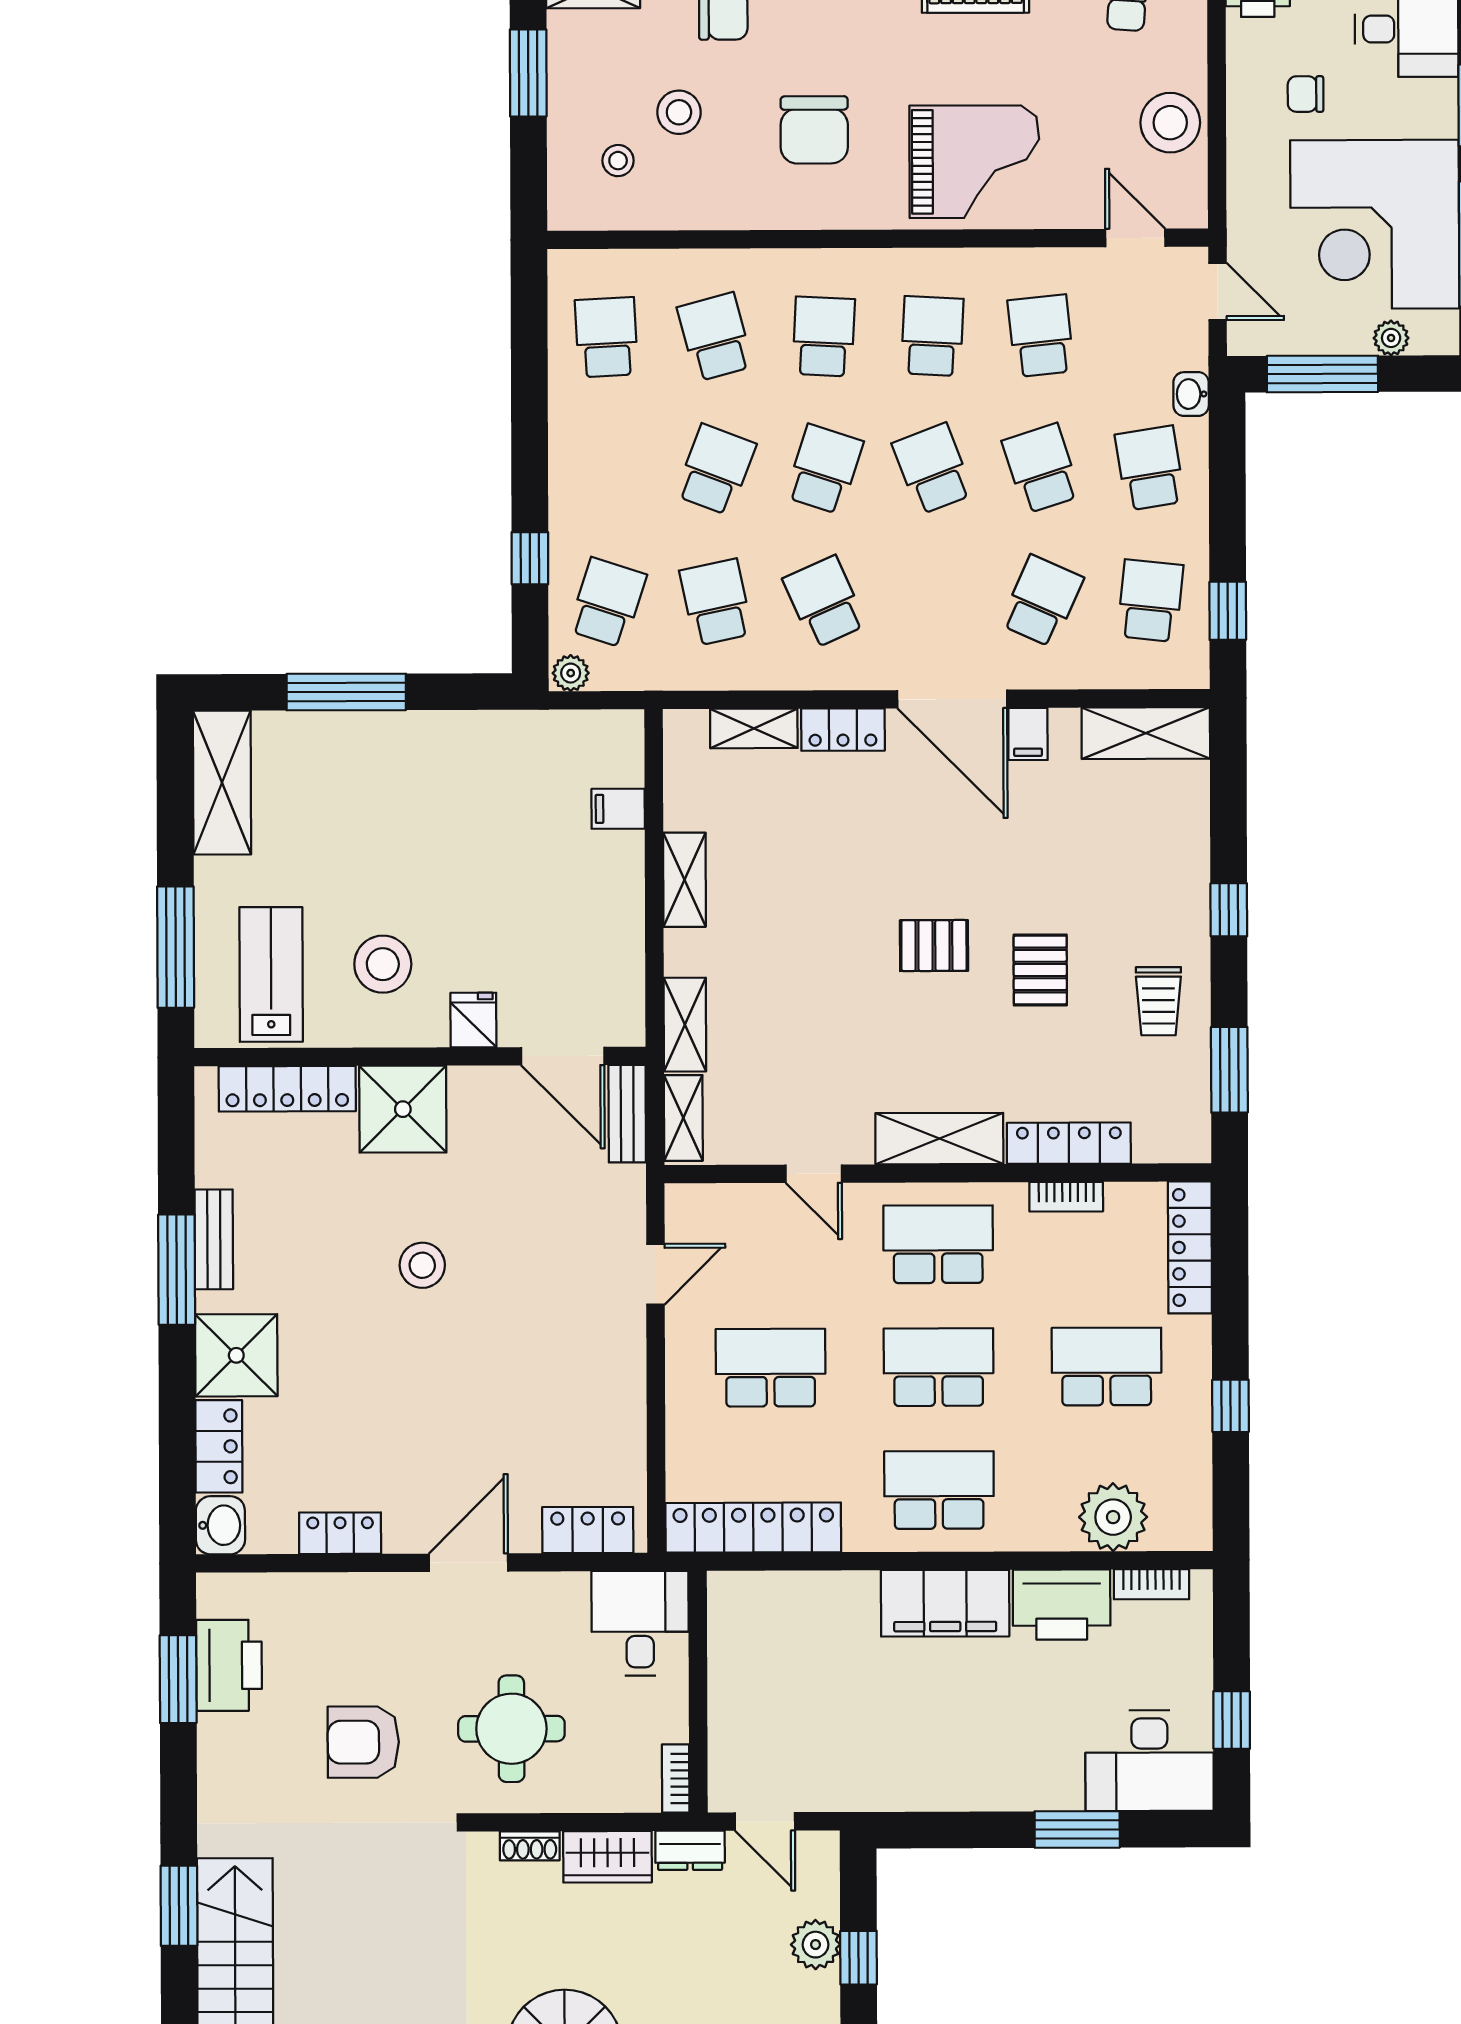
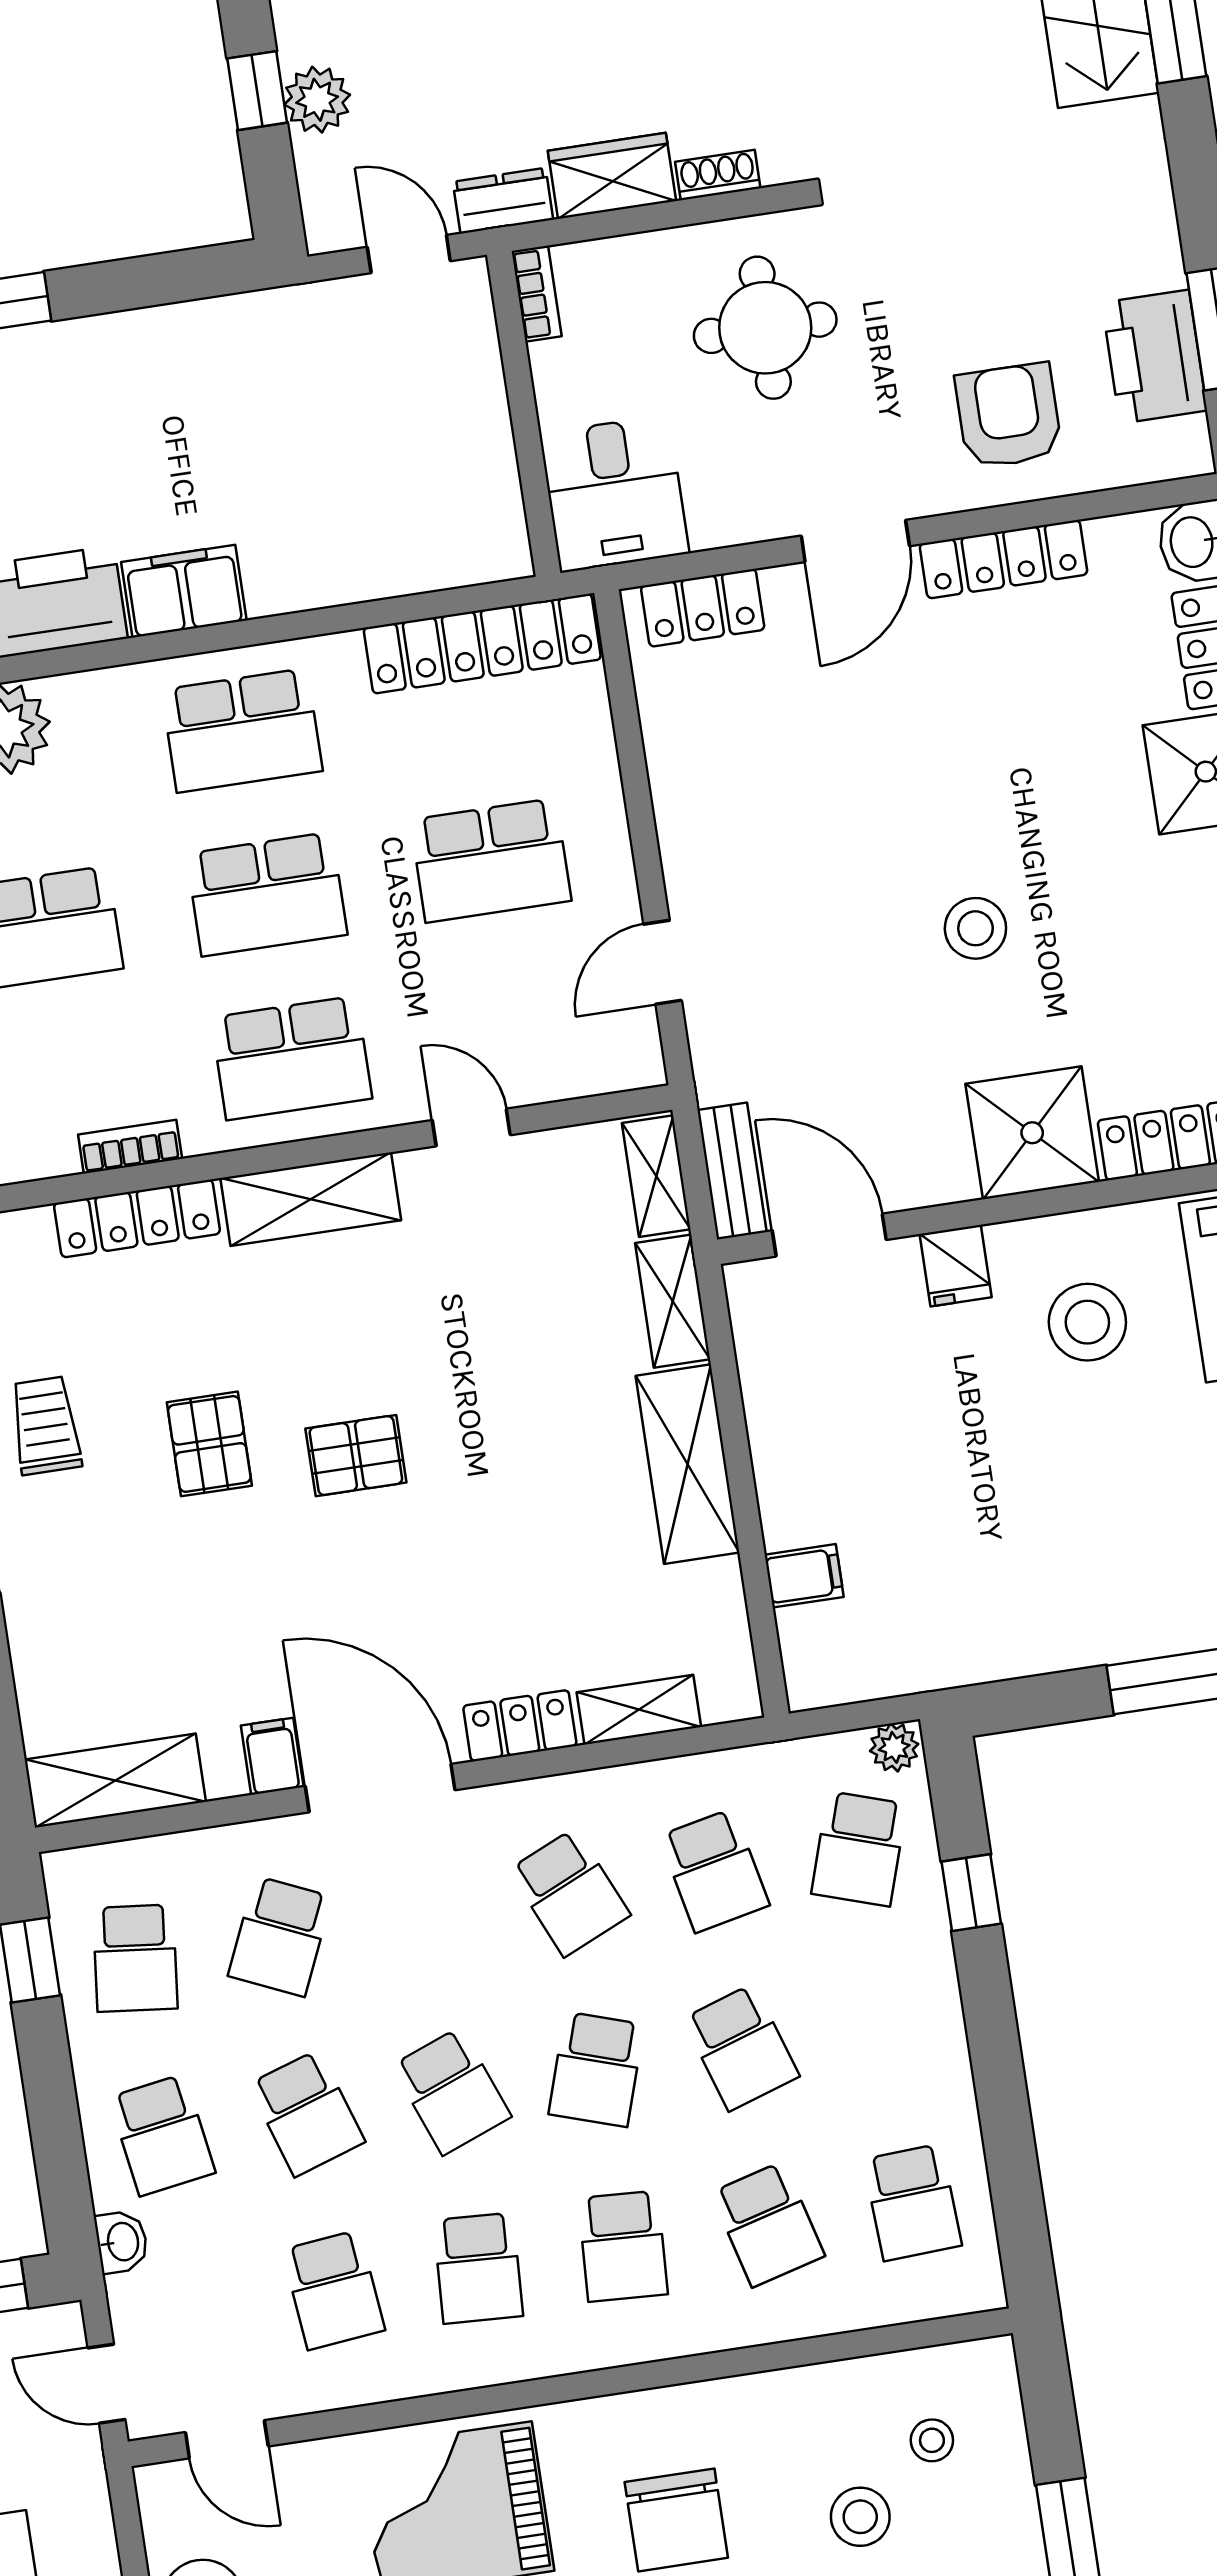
chair: (814, 130) -> (676, 2520), turned 180
school desk: (716, 470) -> (741, 2047), turned -39
shelving: (684, 880) -> (687, 1464), width x1.50, depth x1.33
locker: (340, 1533) -> (1004, 559), width x1.53
filing cabinet: (945, 1603) -> (184, 591), width x0.67, depth x0.86
armchair: (363, 1742) -> (1009, 416), moved, turned -90

